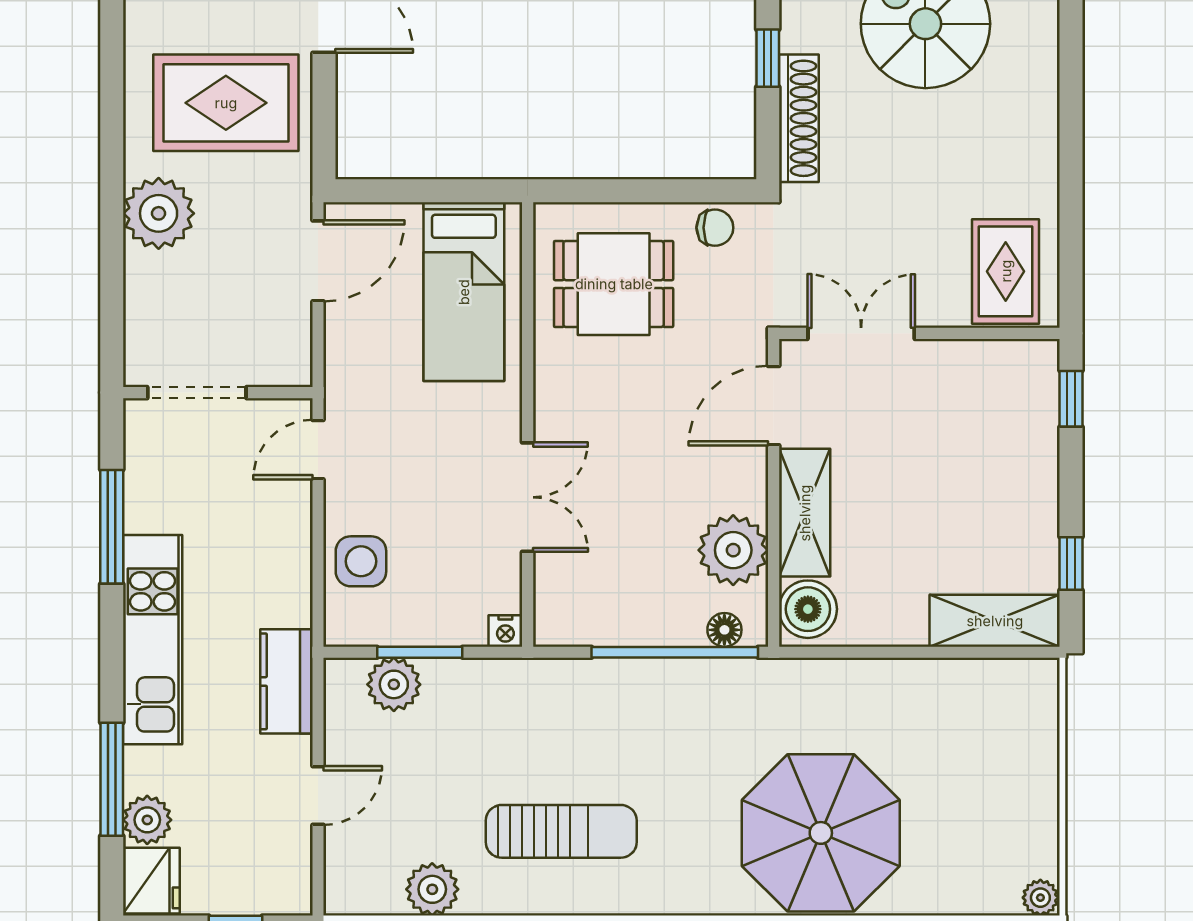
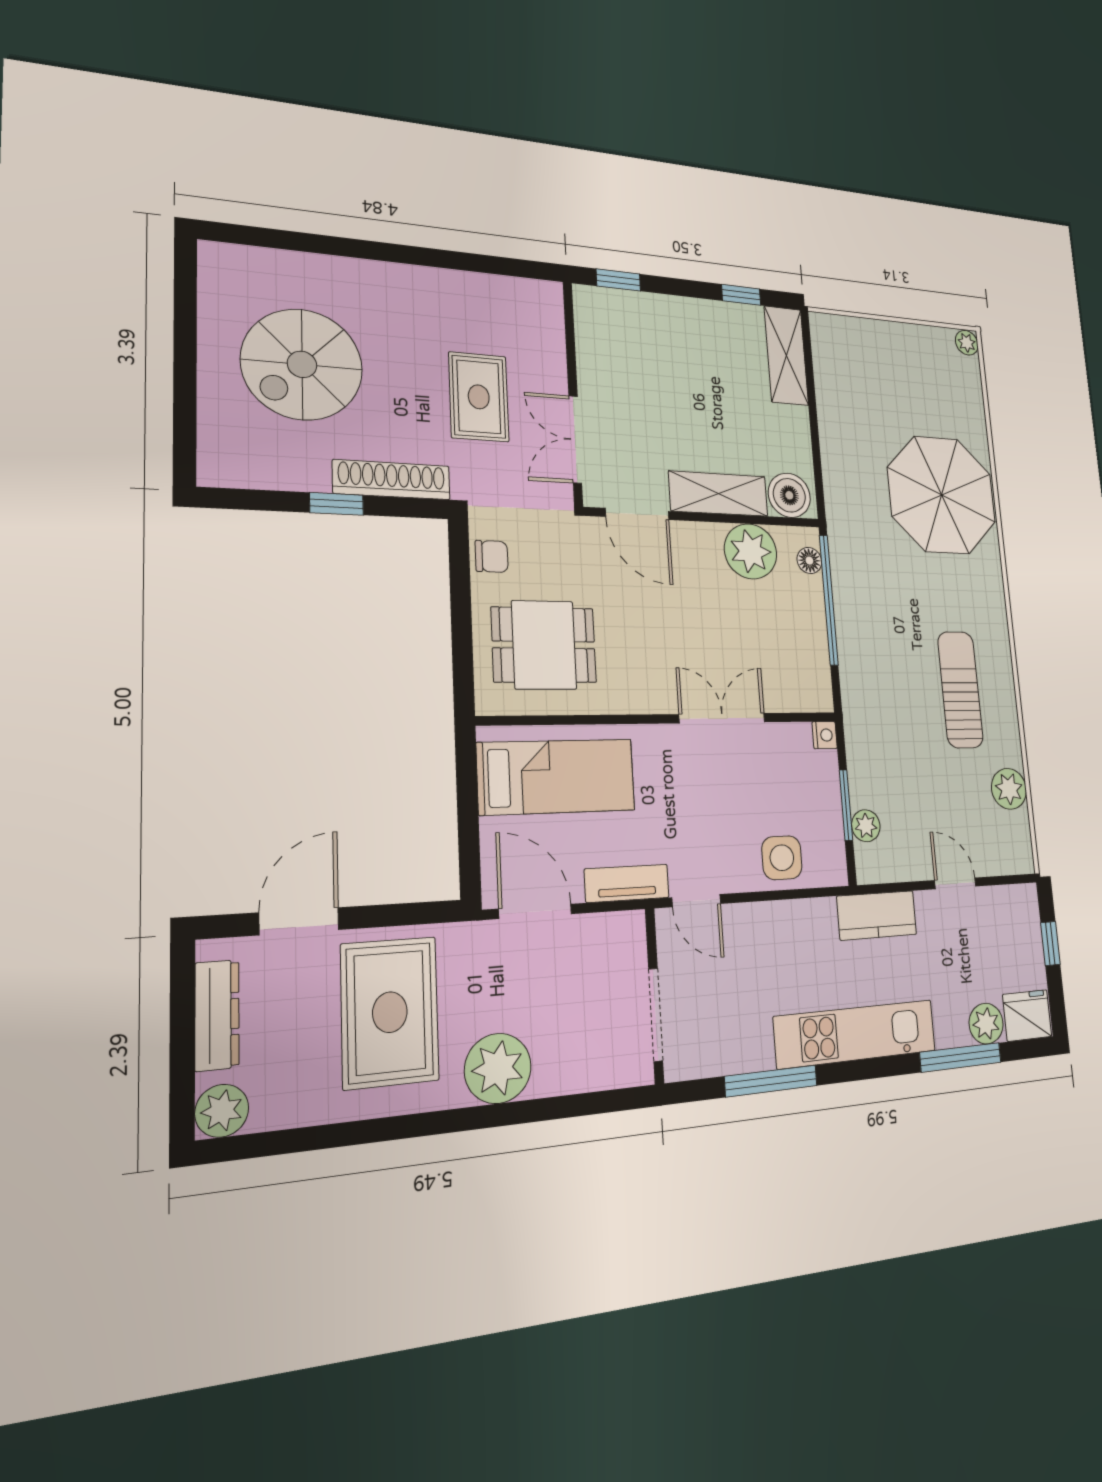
chair: (715, 228) -> (492, 556), turned 90
rug: (1006, 271) -> (479, 397), moved, turned 90
dining table: (614, 284) -> (544, 645), turned 90
tv unit: (342, 367) -> (627, 883), added
plant: (394, 684) -> (866, 826), width x0.73, depth x0.73

